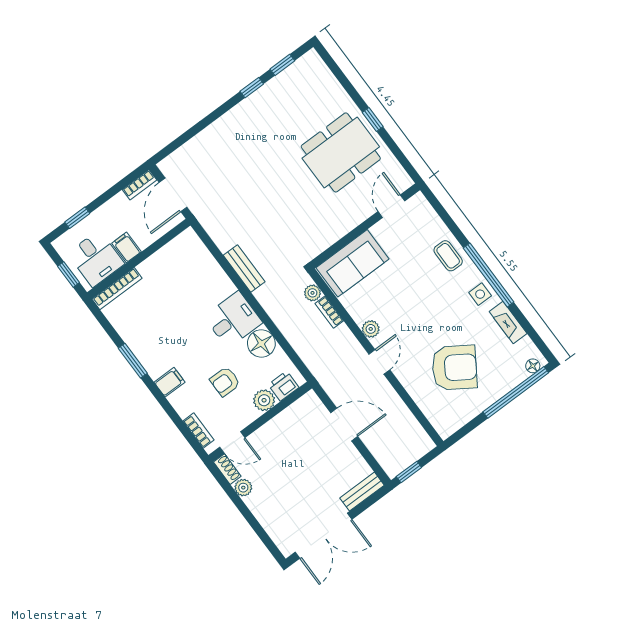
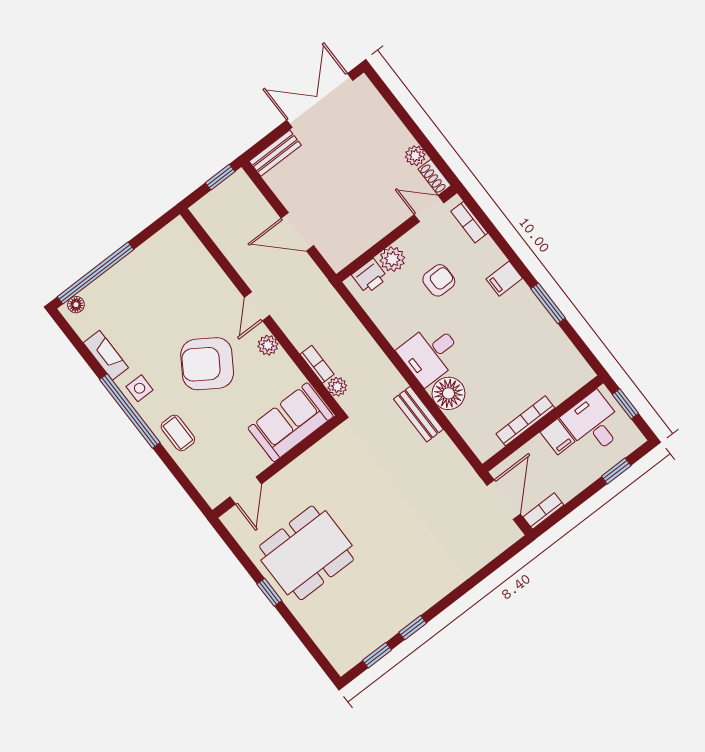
bookcase: (117, 289) -> (525, 421), moved
floor lamp: (261, 343) -> (448, 393), moved
armchair: (454, 368) -> (207, 364), moved

